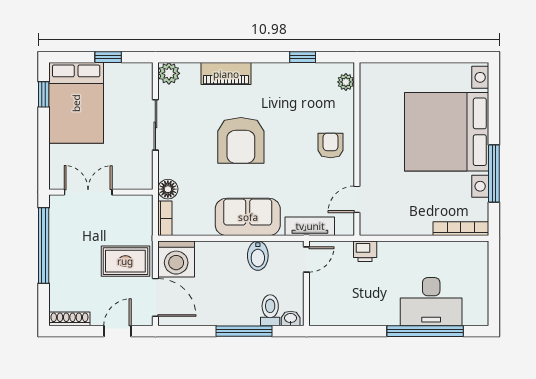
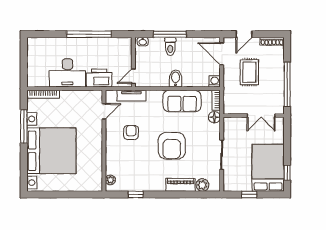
plant: (169, 73) -> (202, 185), moved
armchair: (241, 140) -> (172, 146), turned 180
armchair: (331, 145) -> (131, 132), moved, turned 180
sofa: (248, 217) -> (182, 101), moved
printer: (365, 251) -> (99, 78), width x1.87, depth x1.48
bidet: (258, 256) -> (176, 78), moved
washing machine: (176, 259) -> (215, 81), width x0.53, depth x0.53
rug: (125, 261) -> (249, 72), moved, turned 90
desk: (431, 302) -> (67, 73), moved, turned 180
toilet: (270, 310) -> (170, 46), moved
window: (425, 331) -> (89, 34), moved

